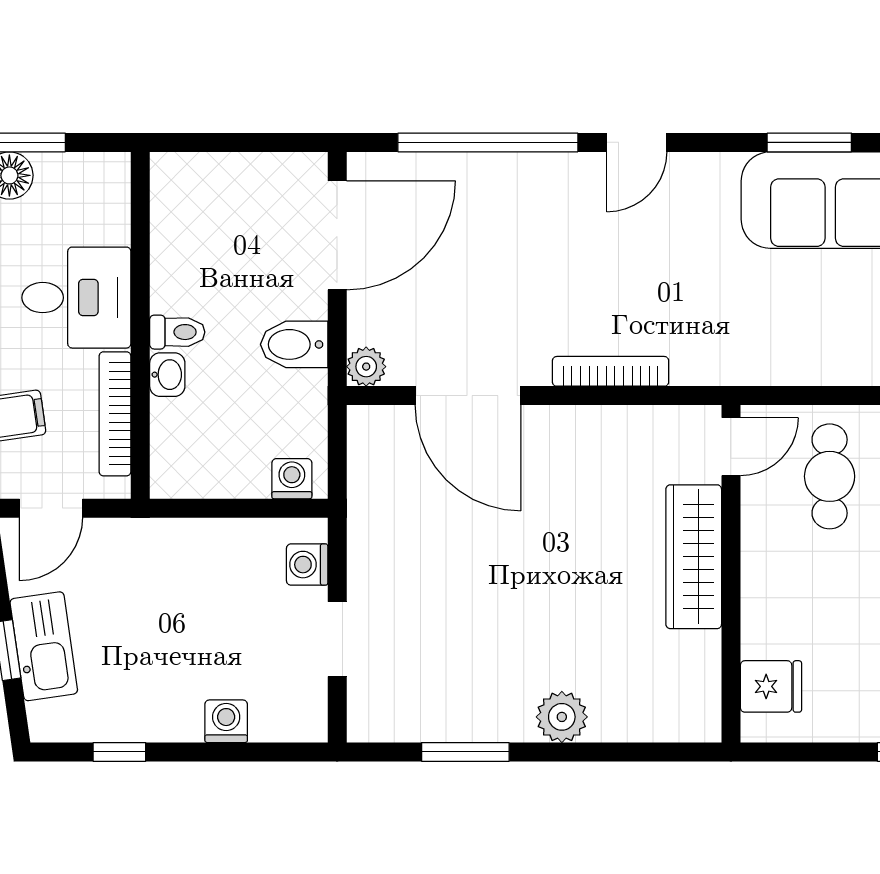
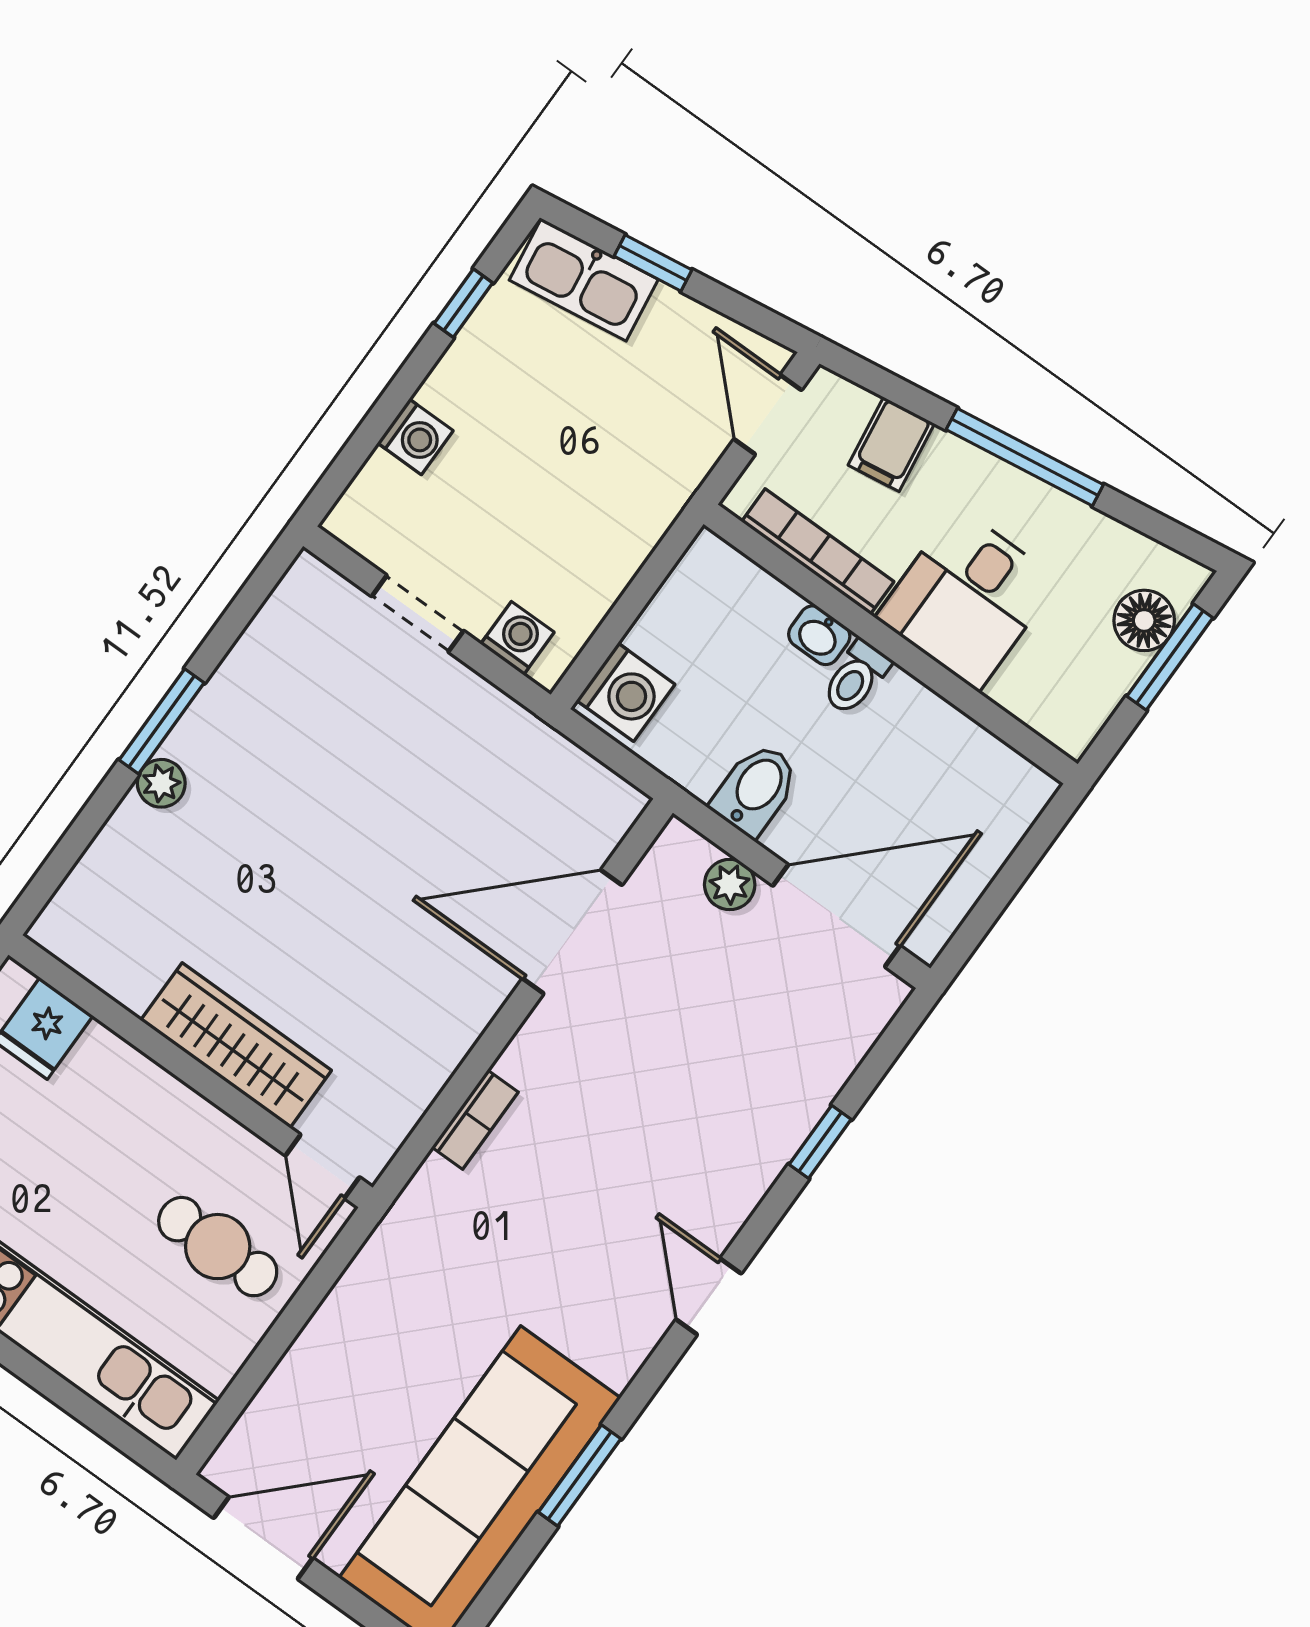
window: (488, 142) -> (820, 1142), width x0.32
door: (337, 235) -> (837, 916), swing flipped
plant: (366, 367) -> (730, 884), moved
bookcase: (611, 371) -> (475, 1120), width x0.64
washing machine: (292, 479) -> (626, 692), width x1.38, depth x1.38
kitchen sink: (44, 646) -> (584, 280), moved
plant: (562, 717) -> (161, 783), width x0.73, depth x0.73
window: (465, 752) -> (162, 721), moved

